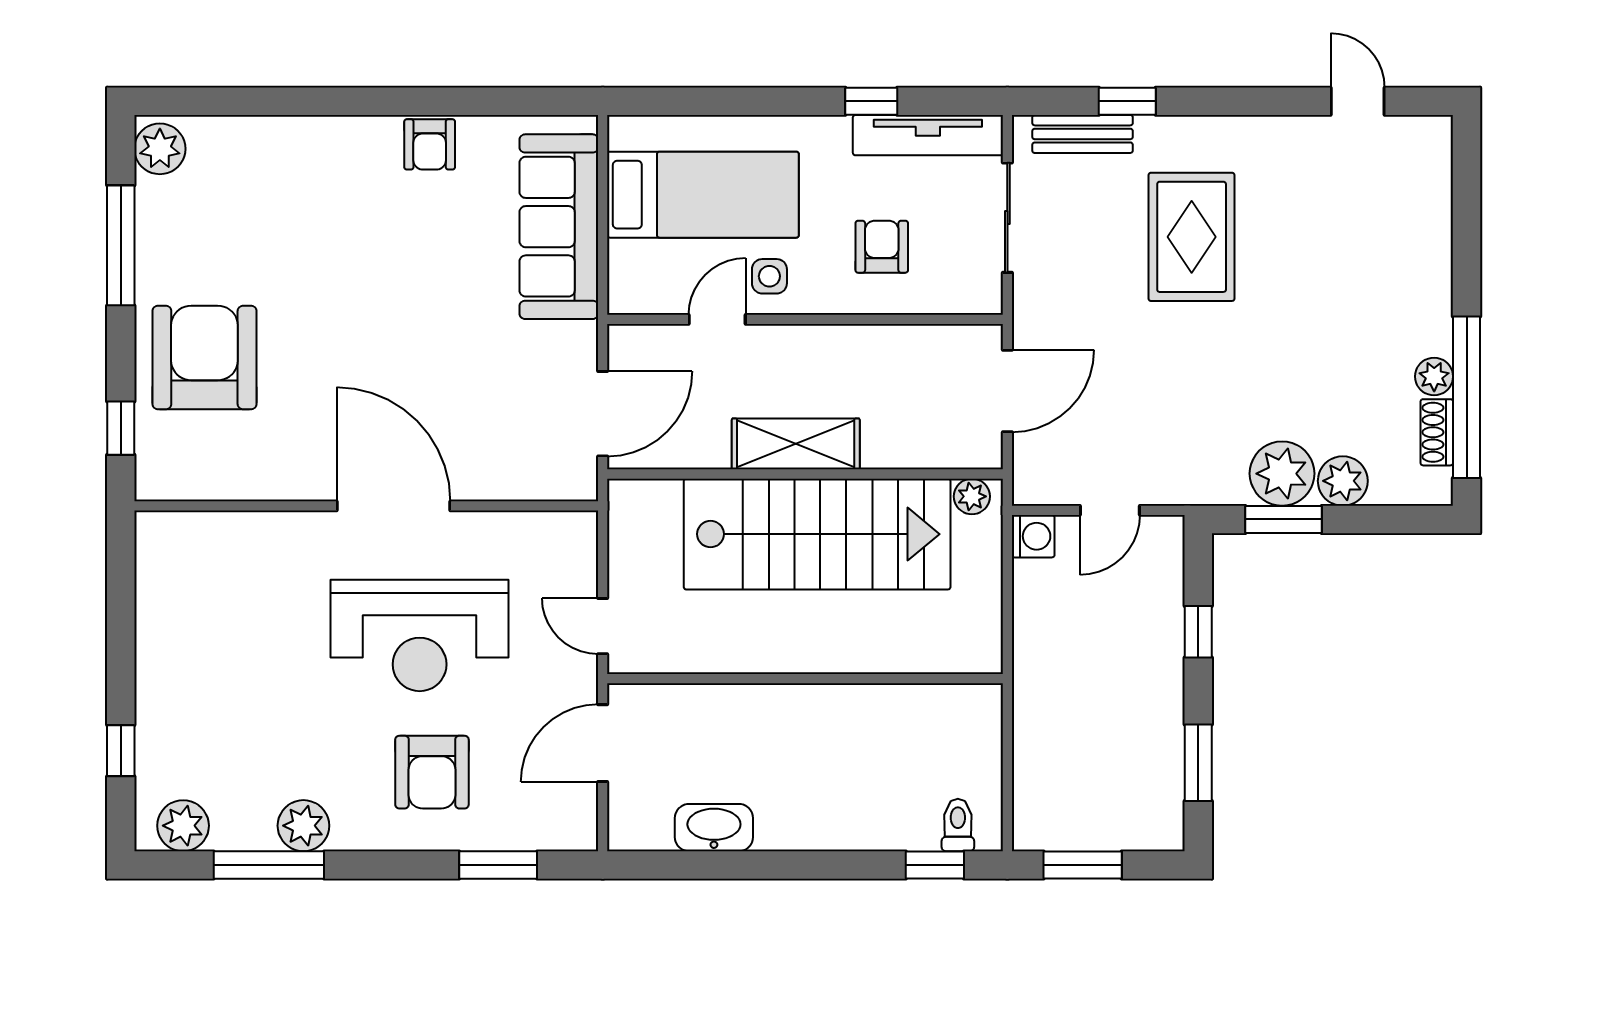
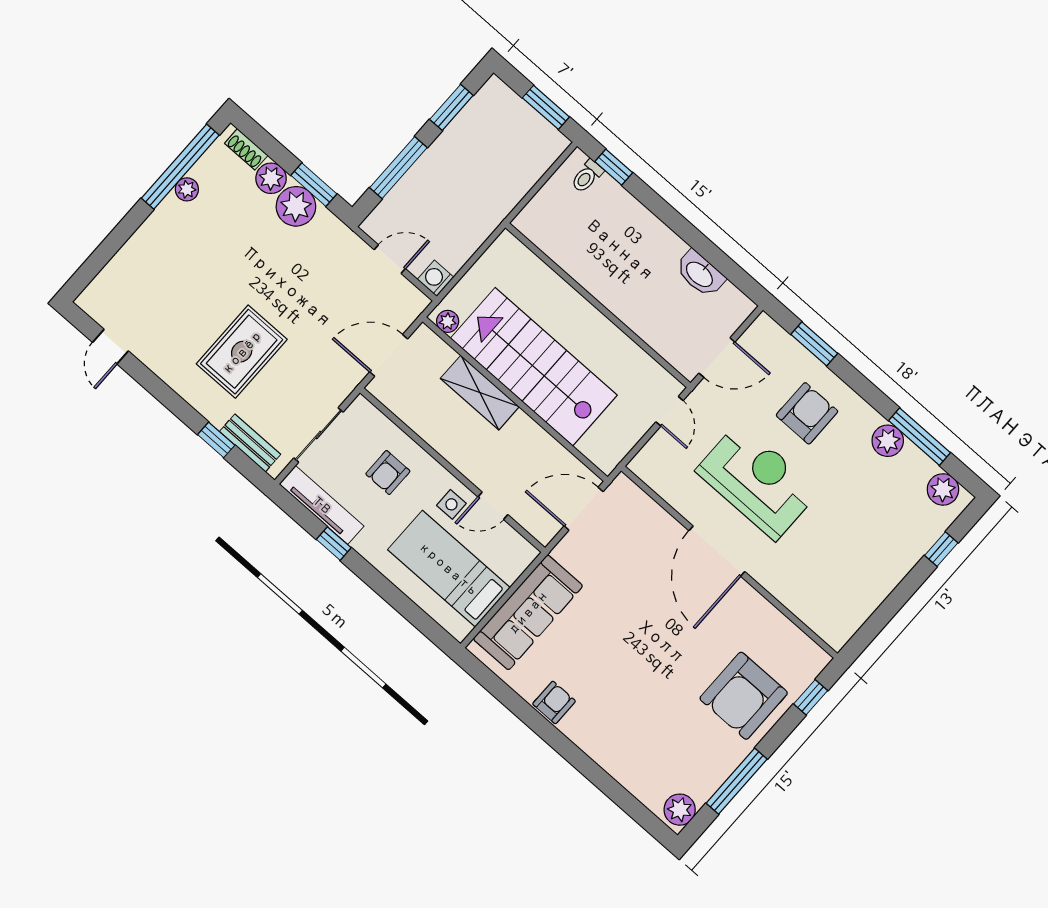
shoe rack: (1437, 432) -> (246, 149), moved, turned 90
shelving: (796, 444) -> (480, 393), moved
window: (1198, 632) -> (398, 168), width x2.17

